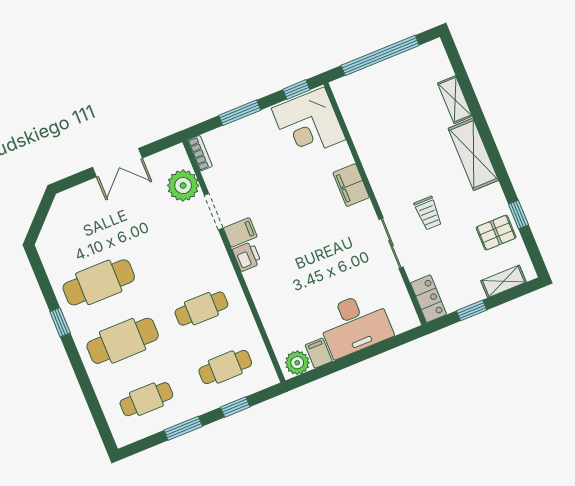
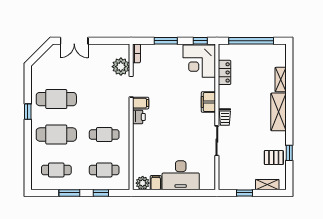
double door: (117, 163) -> (74, 41), moved
trolley: (428, 213) -> (225, 117), moved
locker: (428, 299) -> (225, 72), moved

